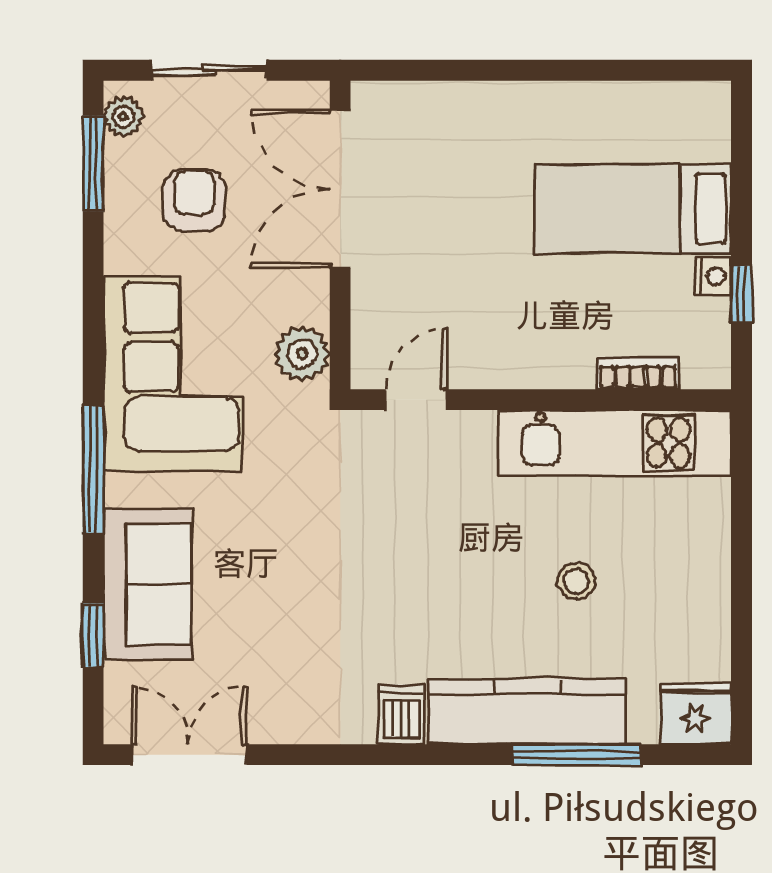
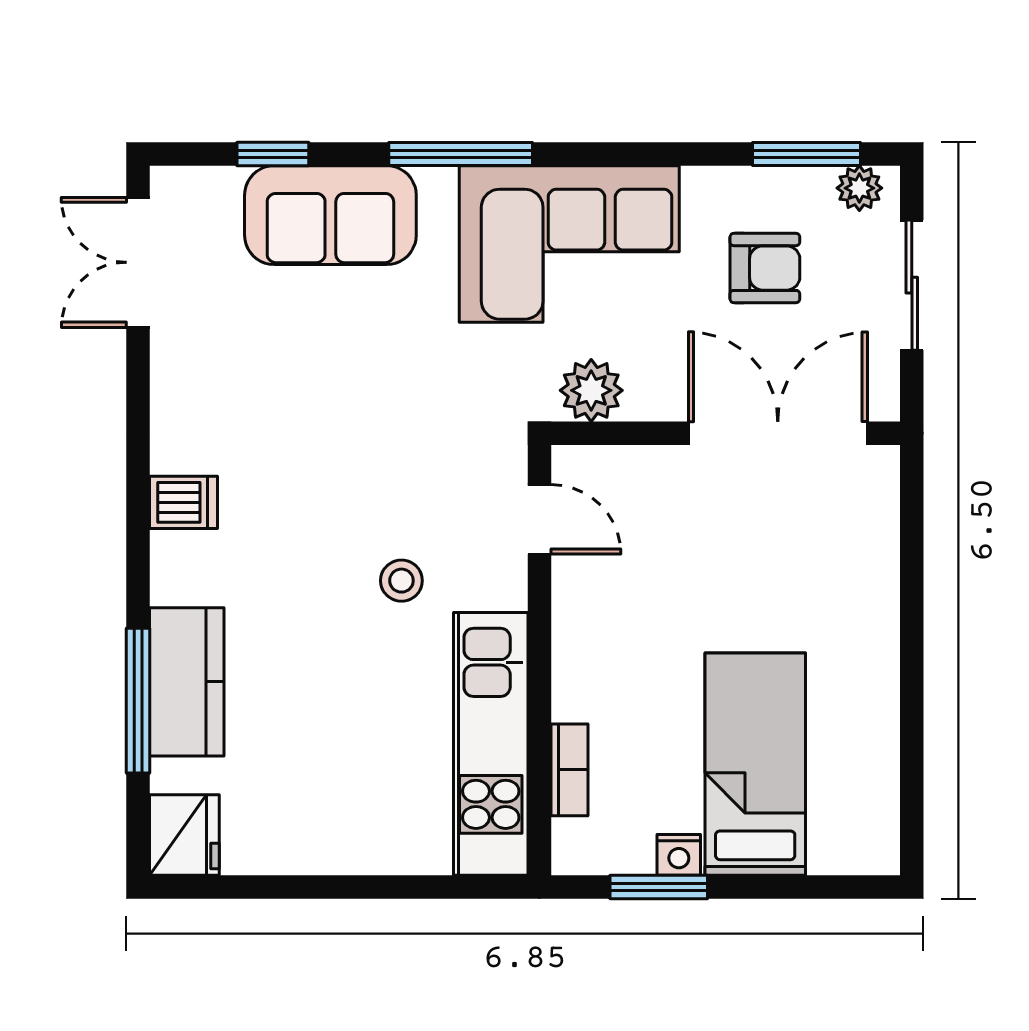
window: (742, 294) -> (659, 887), width x1.50
stool: (576, 581) -> (401, 581), moved
kitchen counter: (527, 711) -> (187, 682), width x0.67
double door: (189, 755) -> (138, 262), swing flipped

